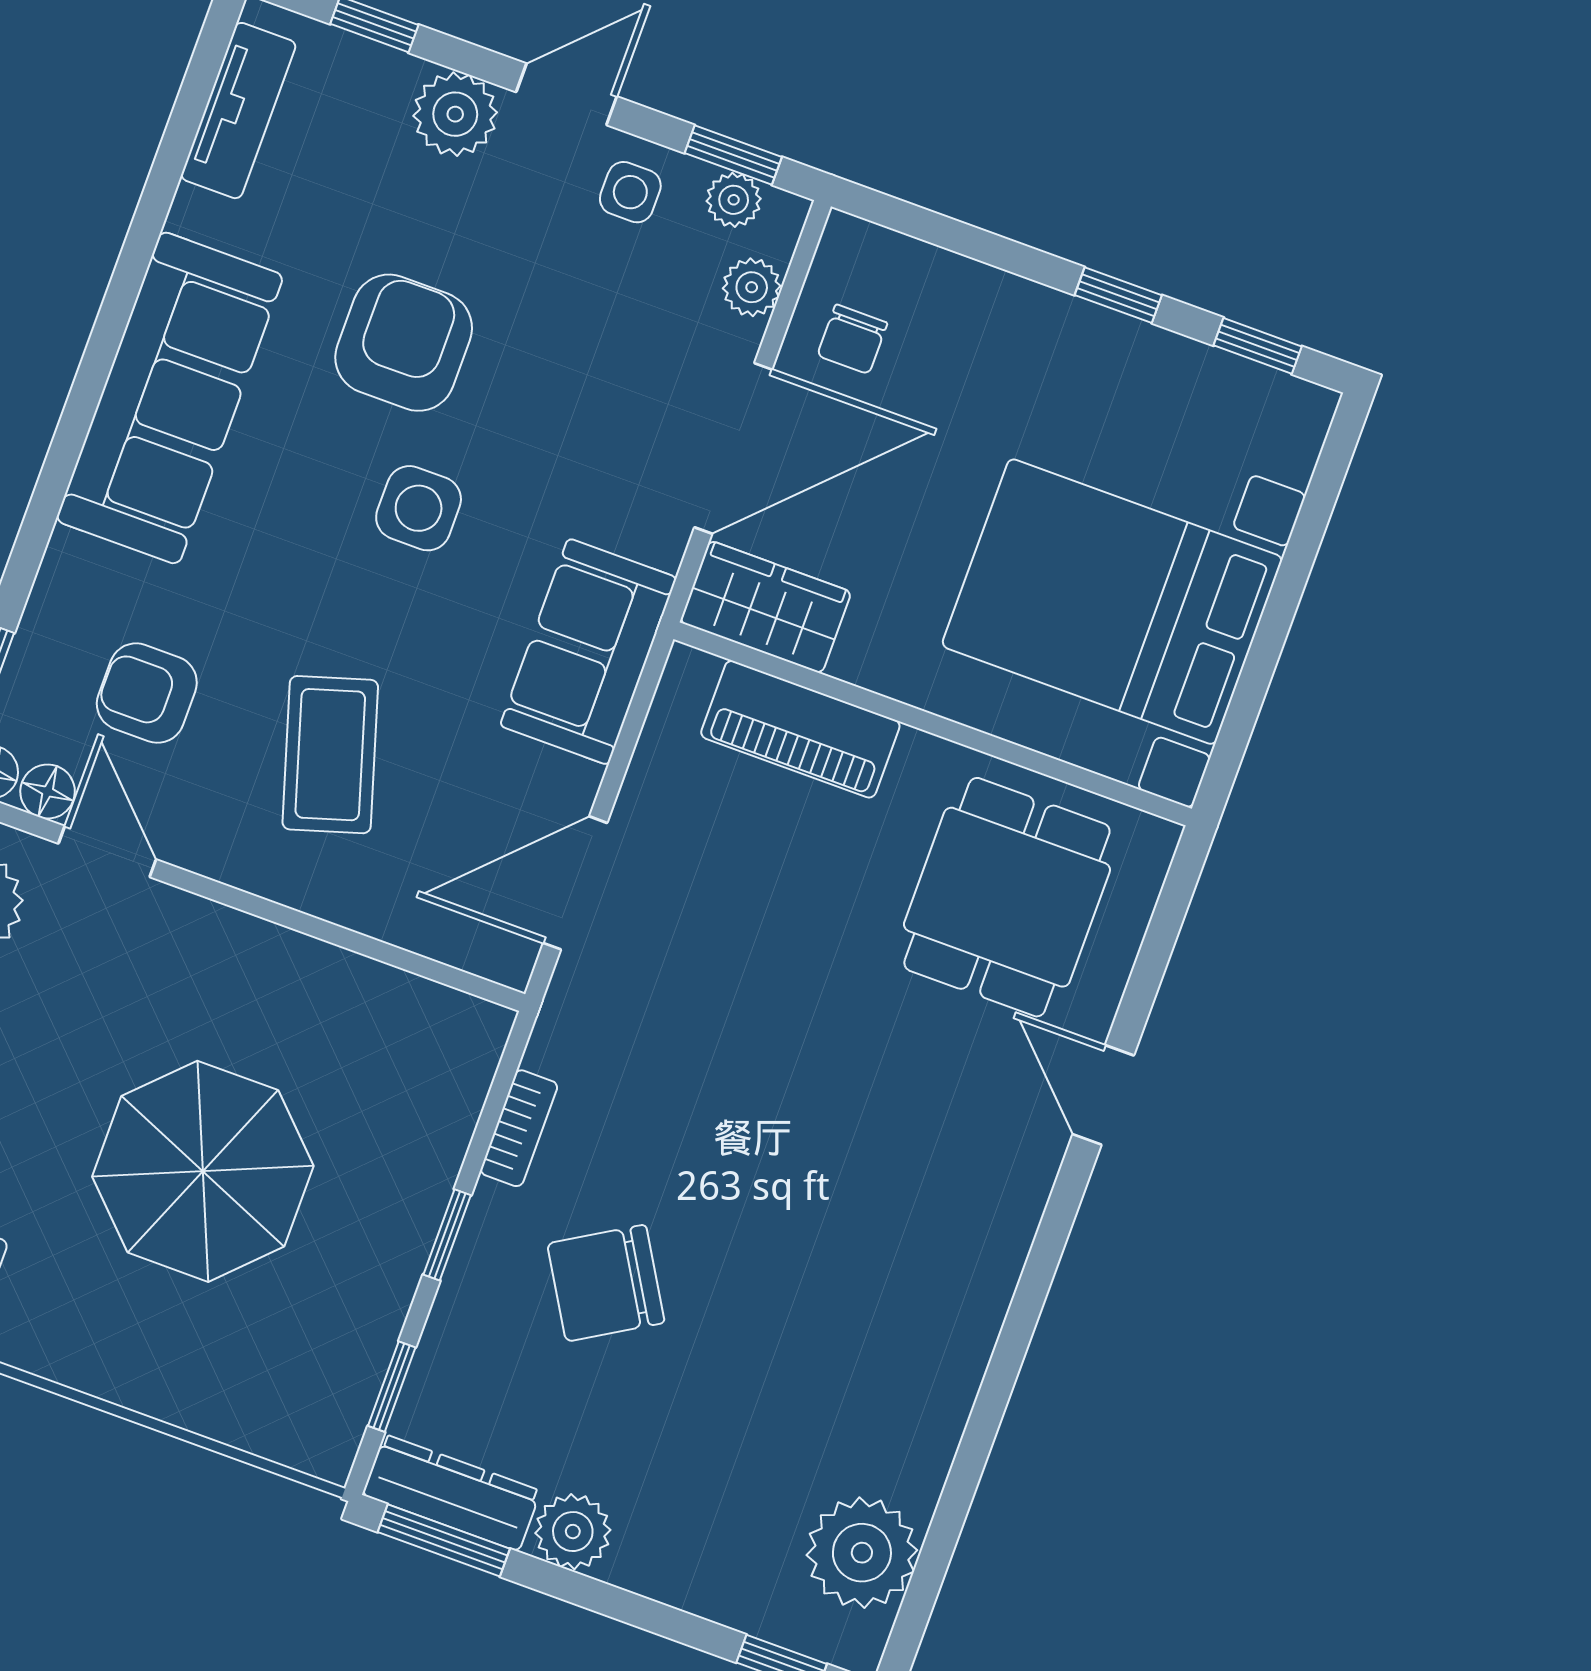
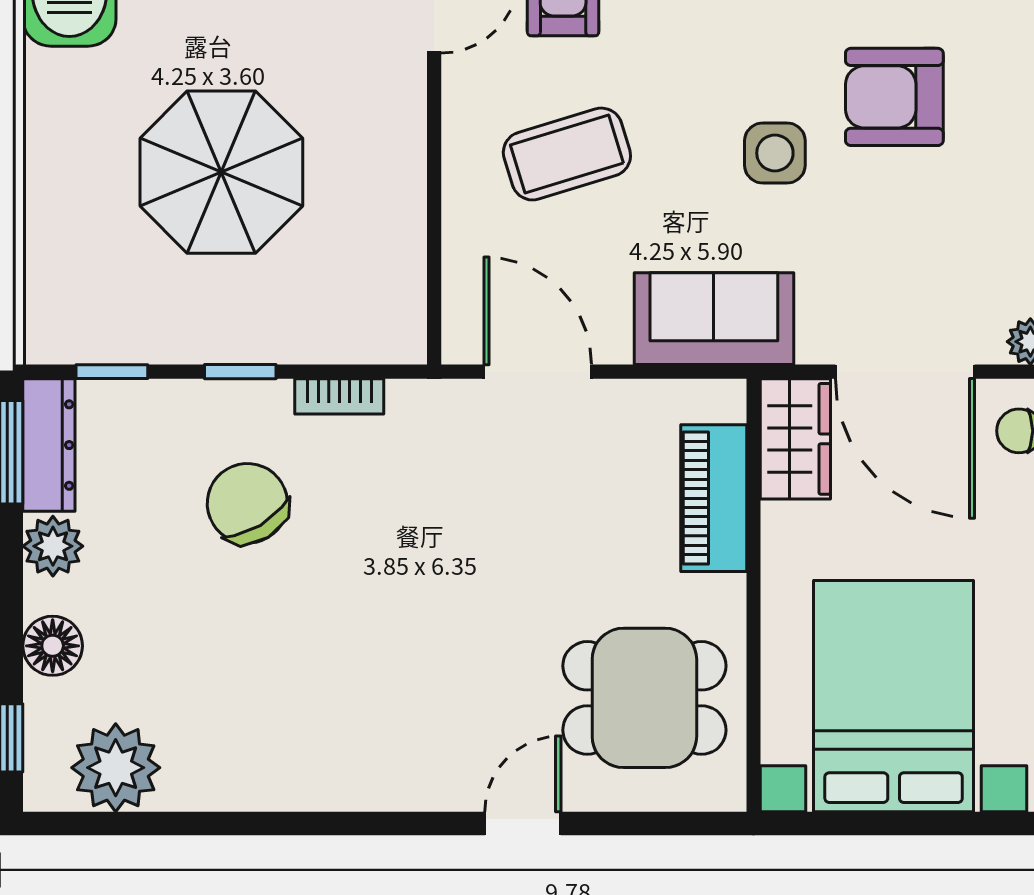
armchair: (404, 343) -> (894, 97), turned 180
floor lamp: (690, 1575) -> (53, 646), added

